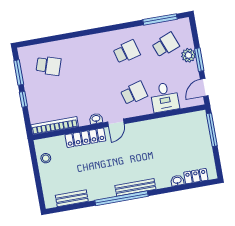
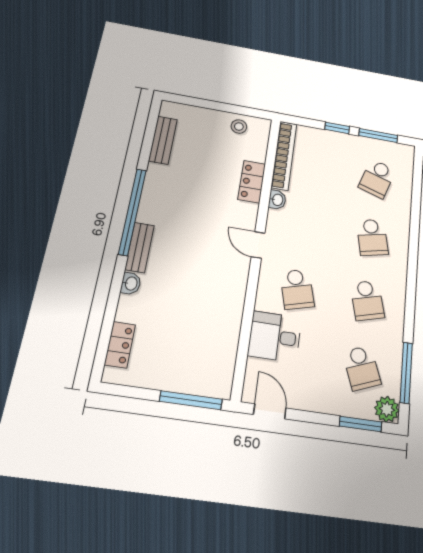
plant: (188, 55) -> (387, 409), moved
school desk: (88, 59) -> (372, 237), added
window: (199, 60) -> (361, 424), moved
washbasin: (96, 119) -> (277, 200), moved
locker: (85, 138) -> (252, 182), width x0.66
washbasin: (177, 181) -> (131, 283), moved
bench: (135, 187) -> (140, 247), width x0.73

